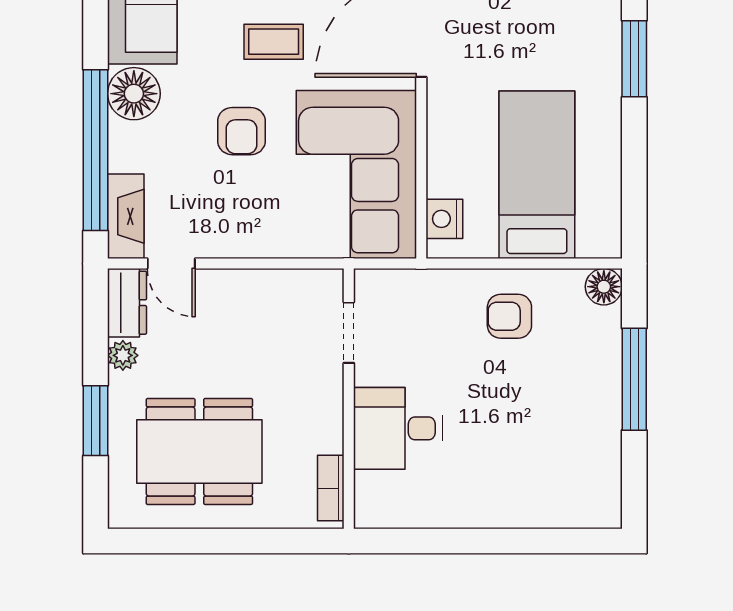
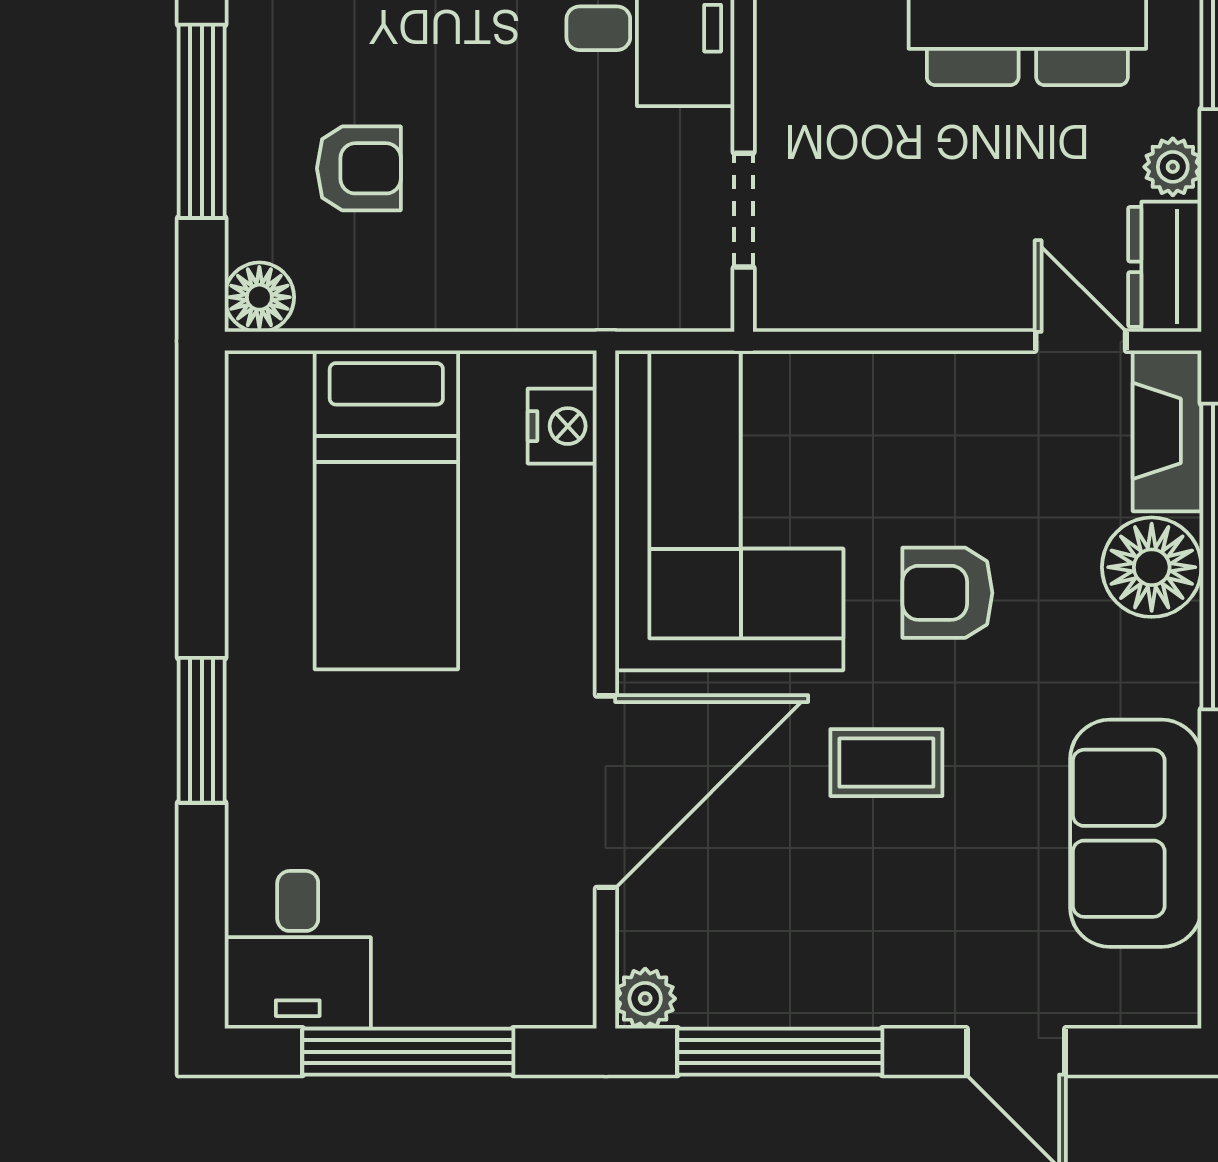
floor lamp: (134, 94) -> (1152, 567), moved
armchair: (241, 131) -> (947, 593), turned -90
armchair: (509, 316) -> (359, 168), moved

